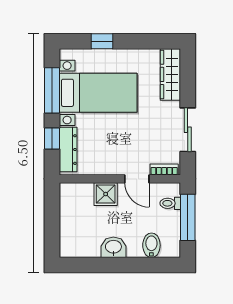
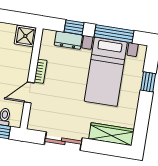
dresser: (68, 150) -> (68, 40), width x0.70
bookcase: (164, 170) -> (40, 71), moved
shower: (106, 194) -> (25, 36), moved

